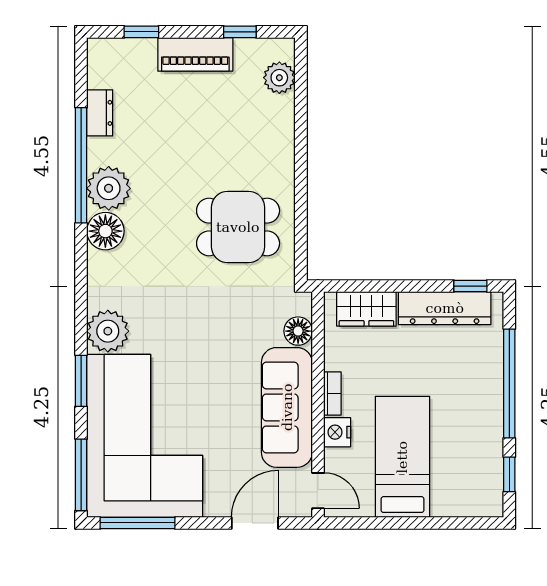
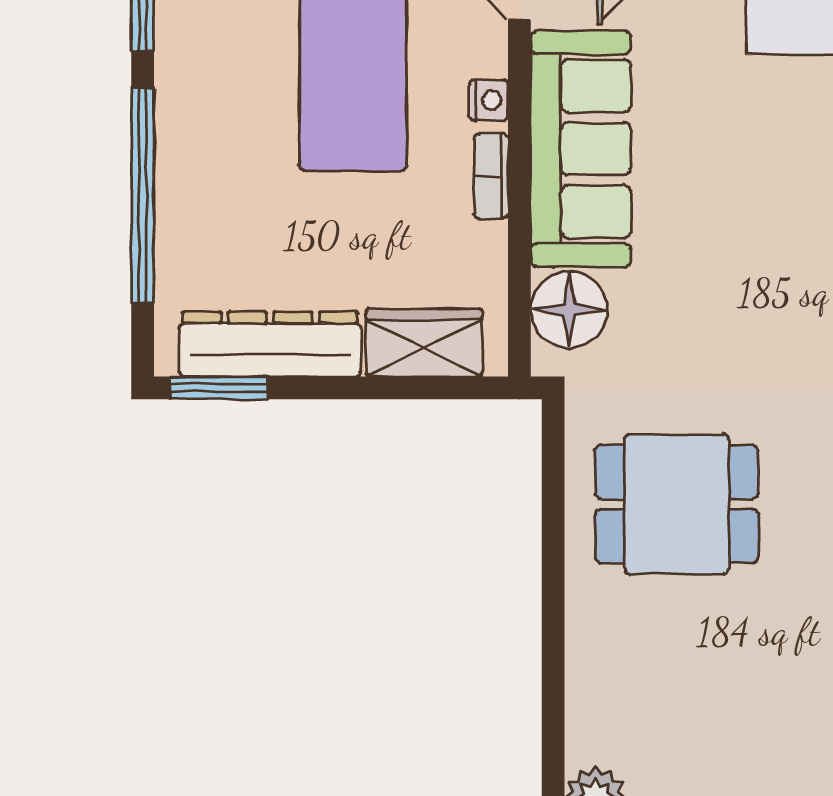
window: (470, 286) -> (219, 388), width x1.50
floor lamp: (298, 331) -> (569, 310), width x1.38, depth x1.38
nightstand: (337, 432) -> (489, 100), width x0.72, depth x0.74

